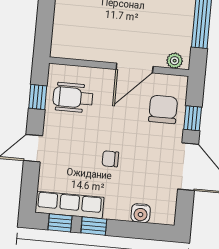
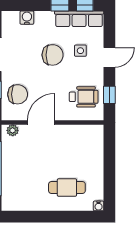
chair: (163, 109) -> (18, 94), turned -90
chair: (110, 159) -> (53, 55), width x1.87, depth x1.87
side table: (72, 161) -> (80, 51), added

